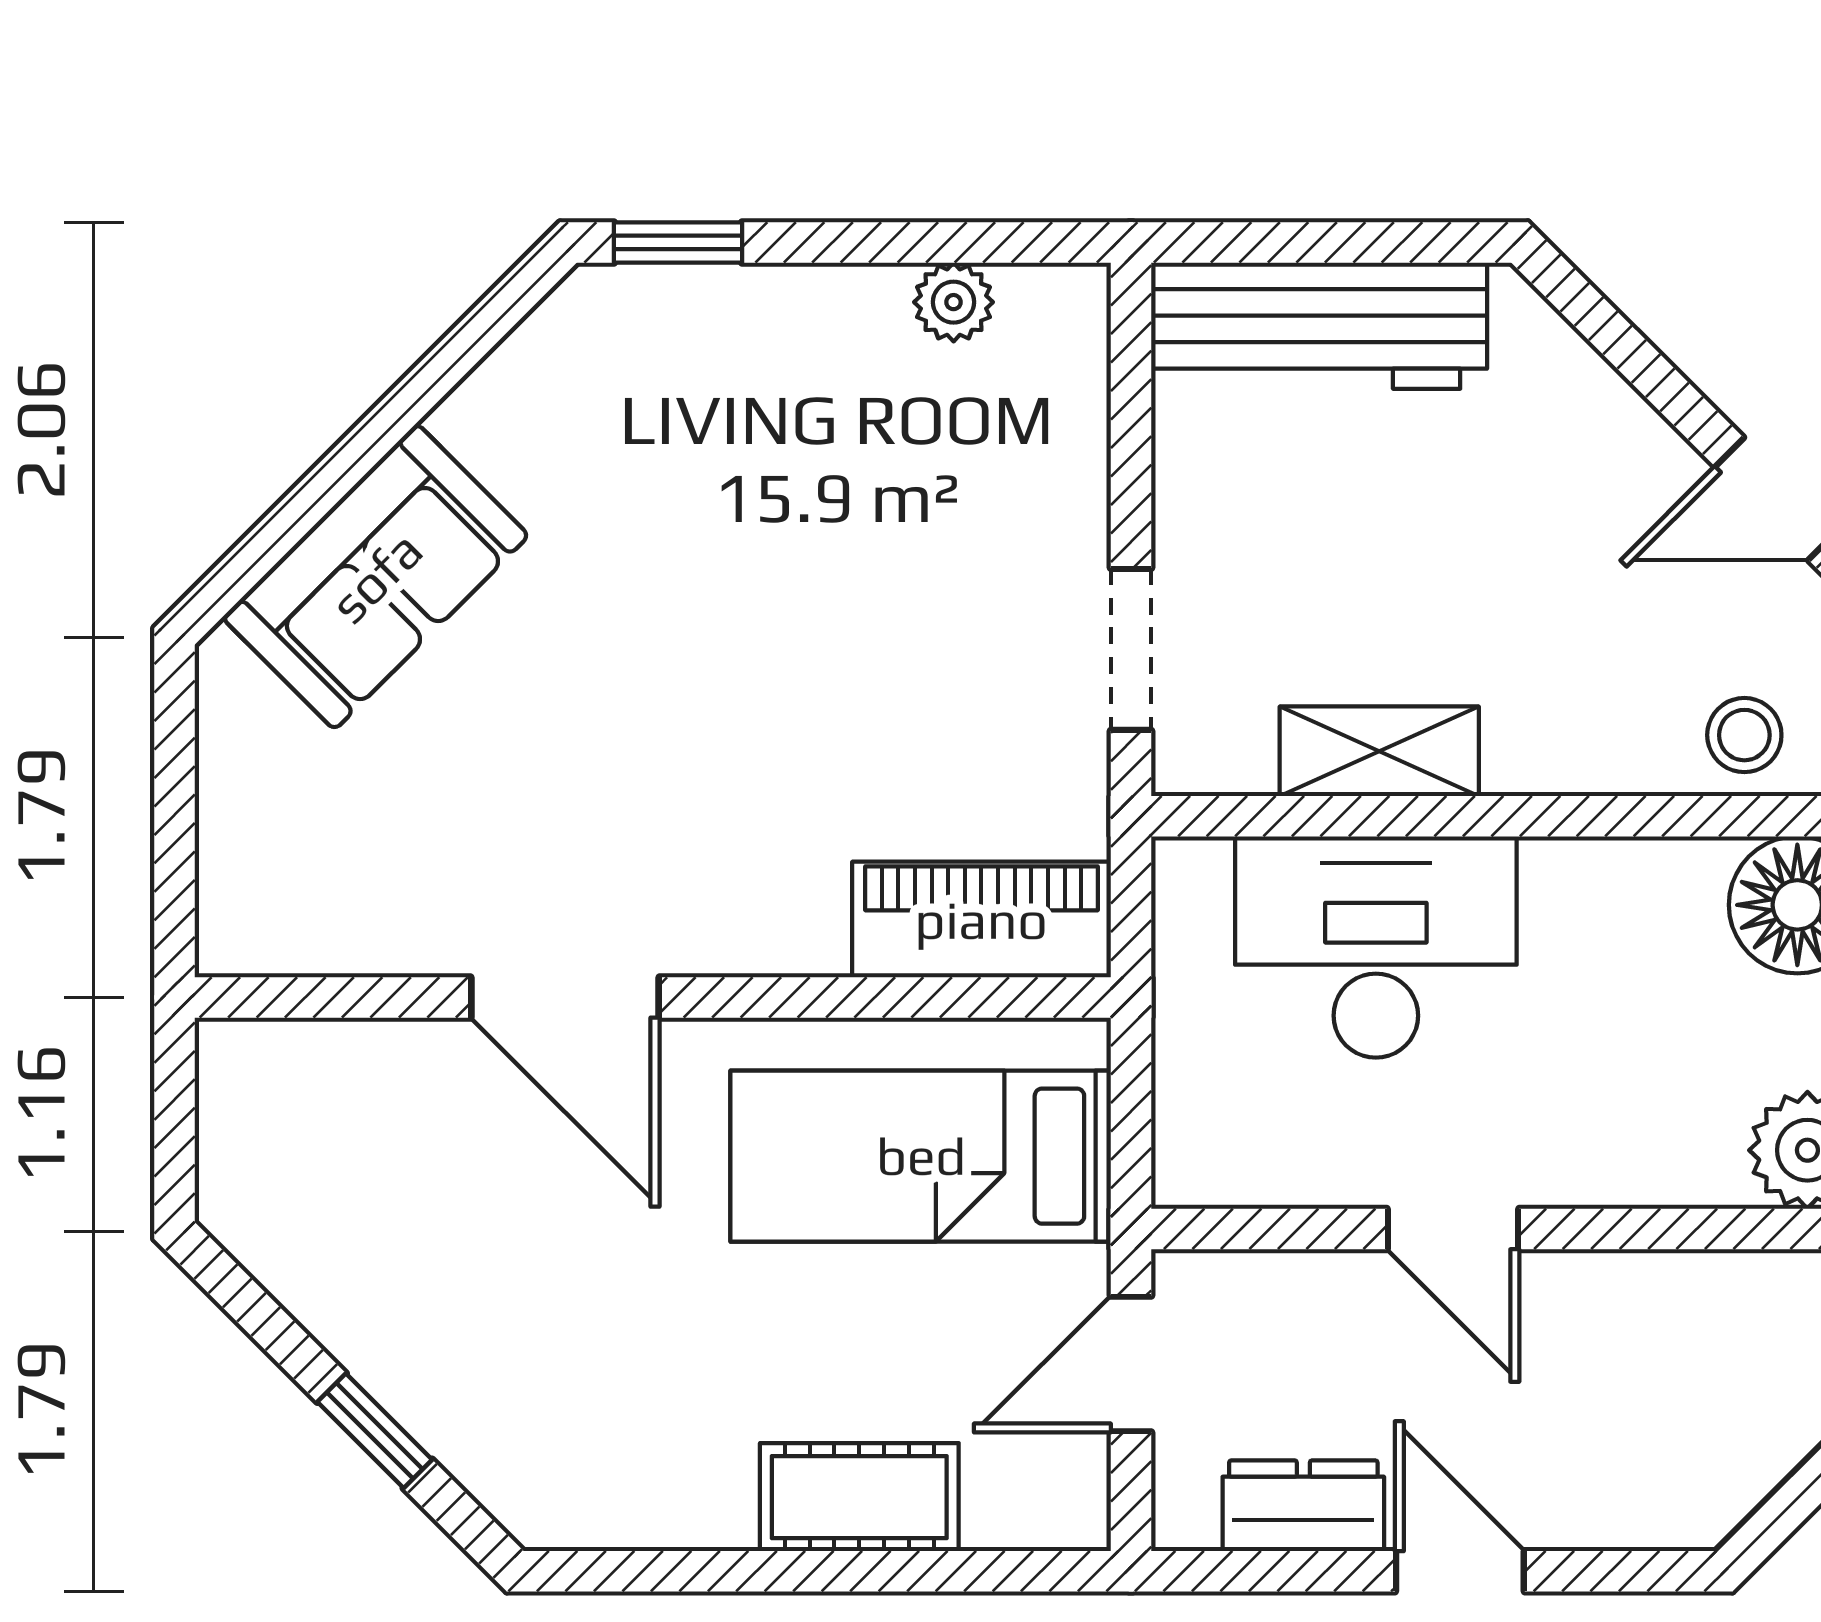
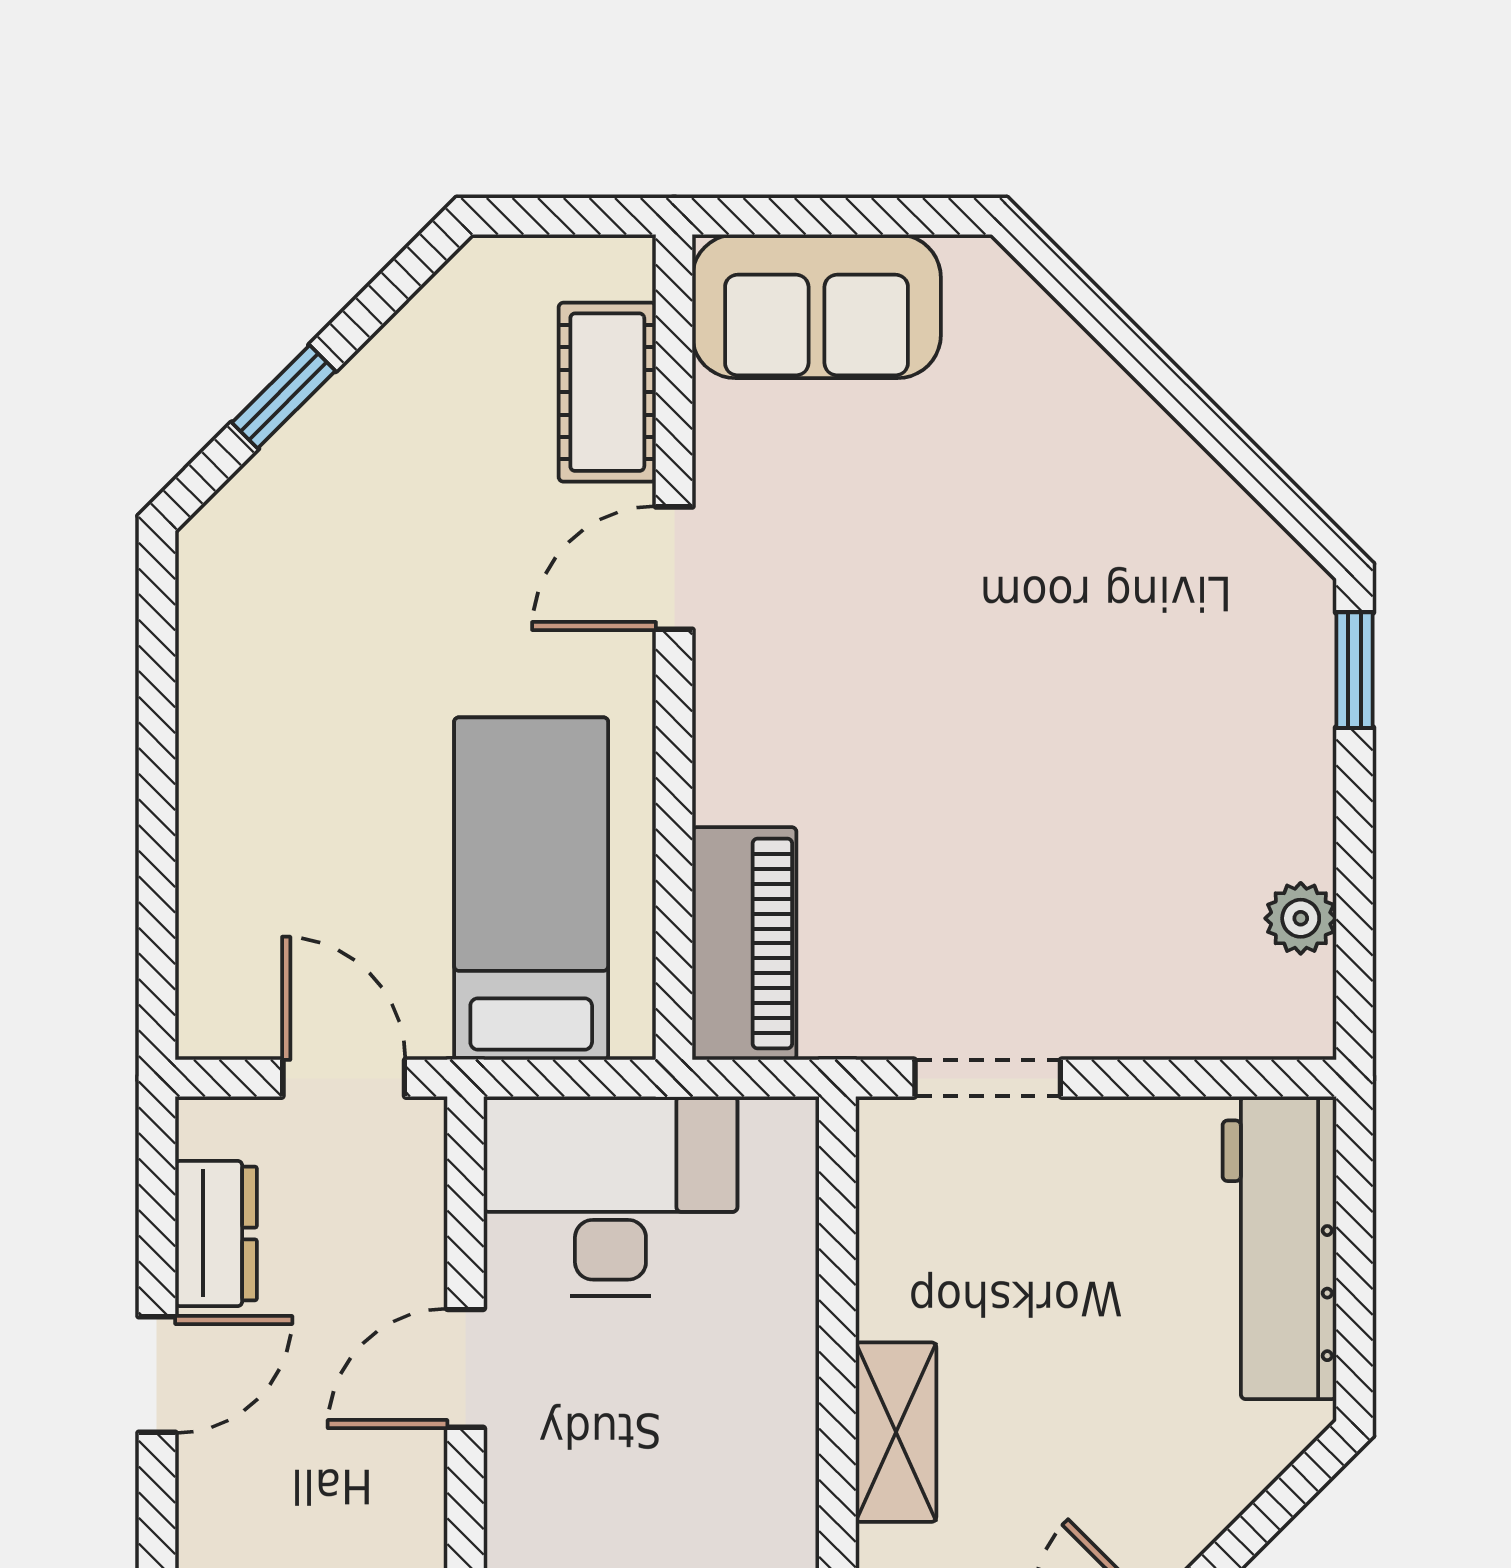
sofa: (376, 577) -> (817, 306), moved, turned -45
shelving: (1379, 751) -> (896, 1432), moved
desk: (1376, 947) -> (610, 1196), moved, turned -90
door: (565, 997) -> (674, 568), width x0.73
cot: (859, 1497) -> (607, 392), moved

